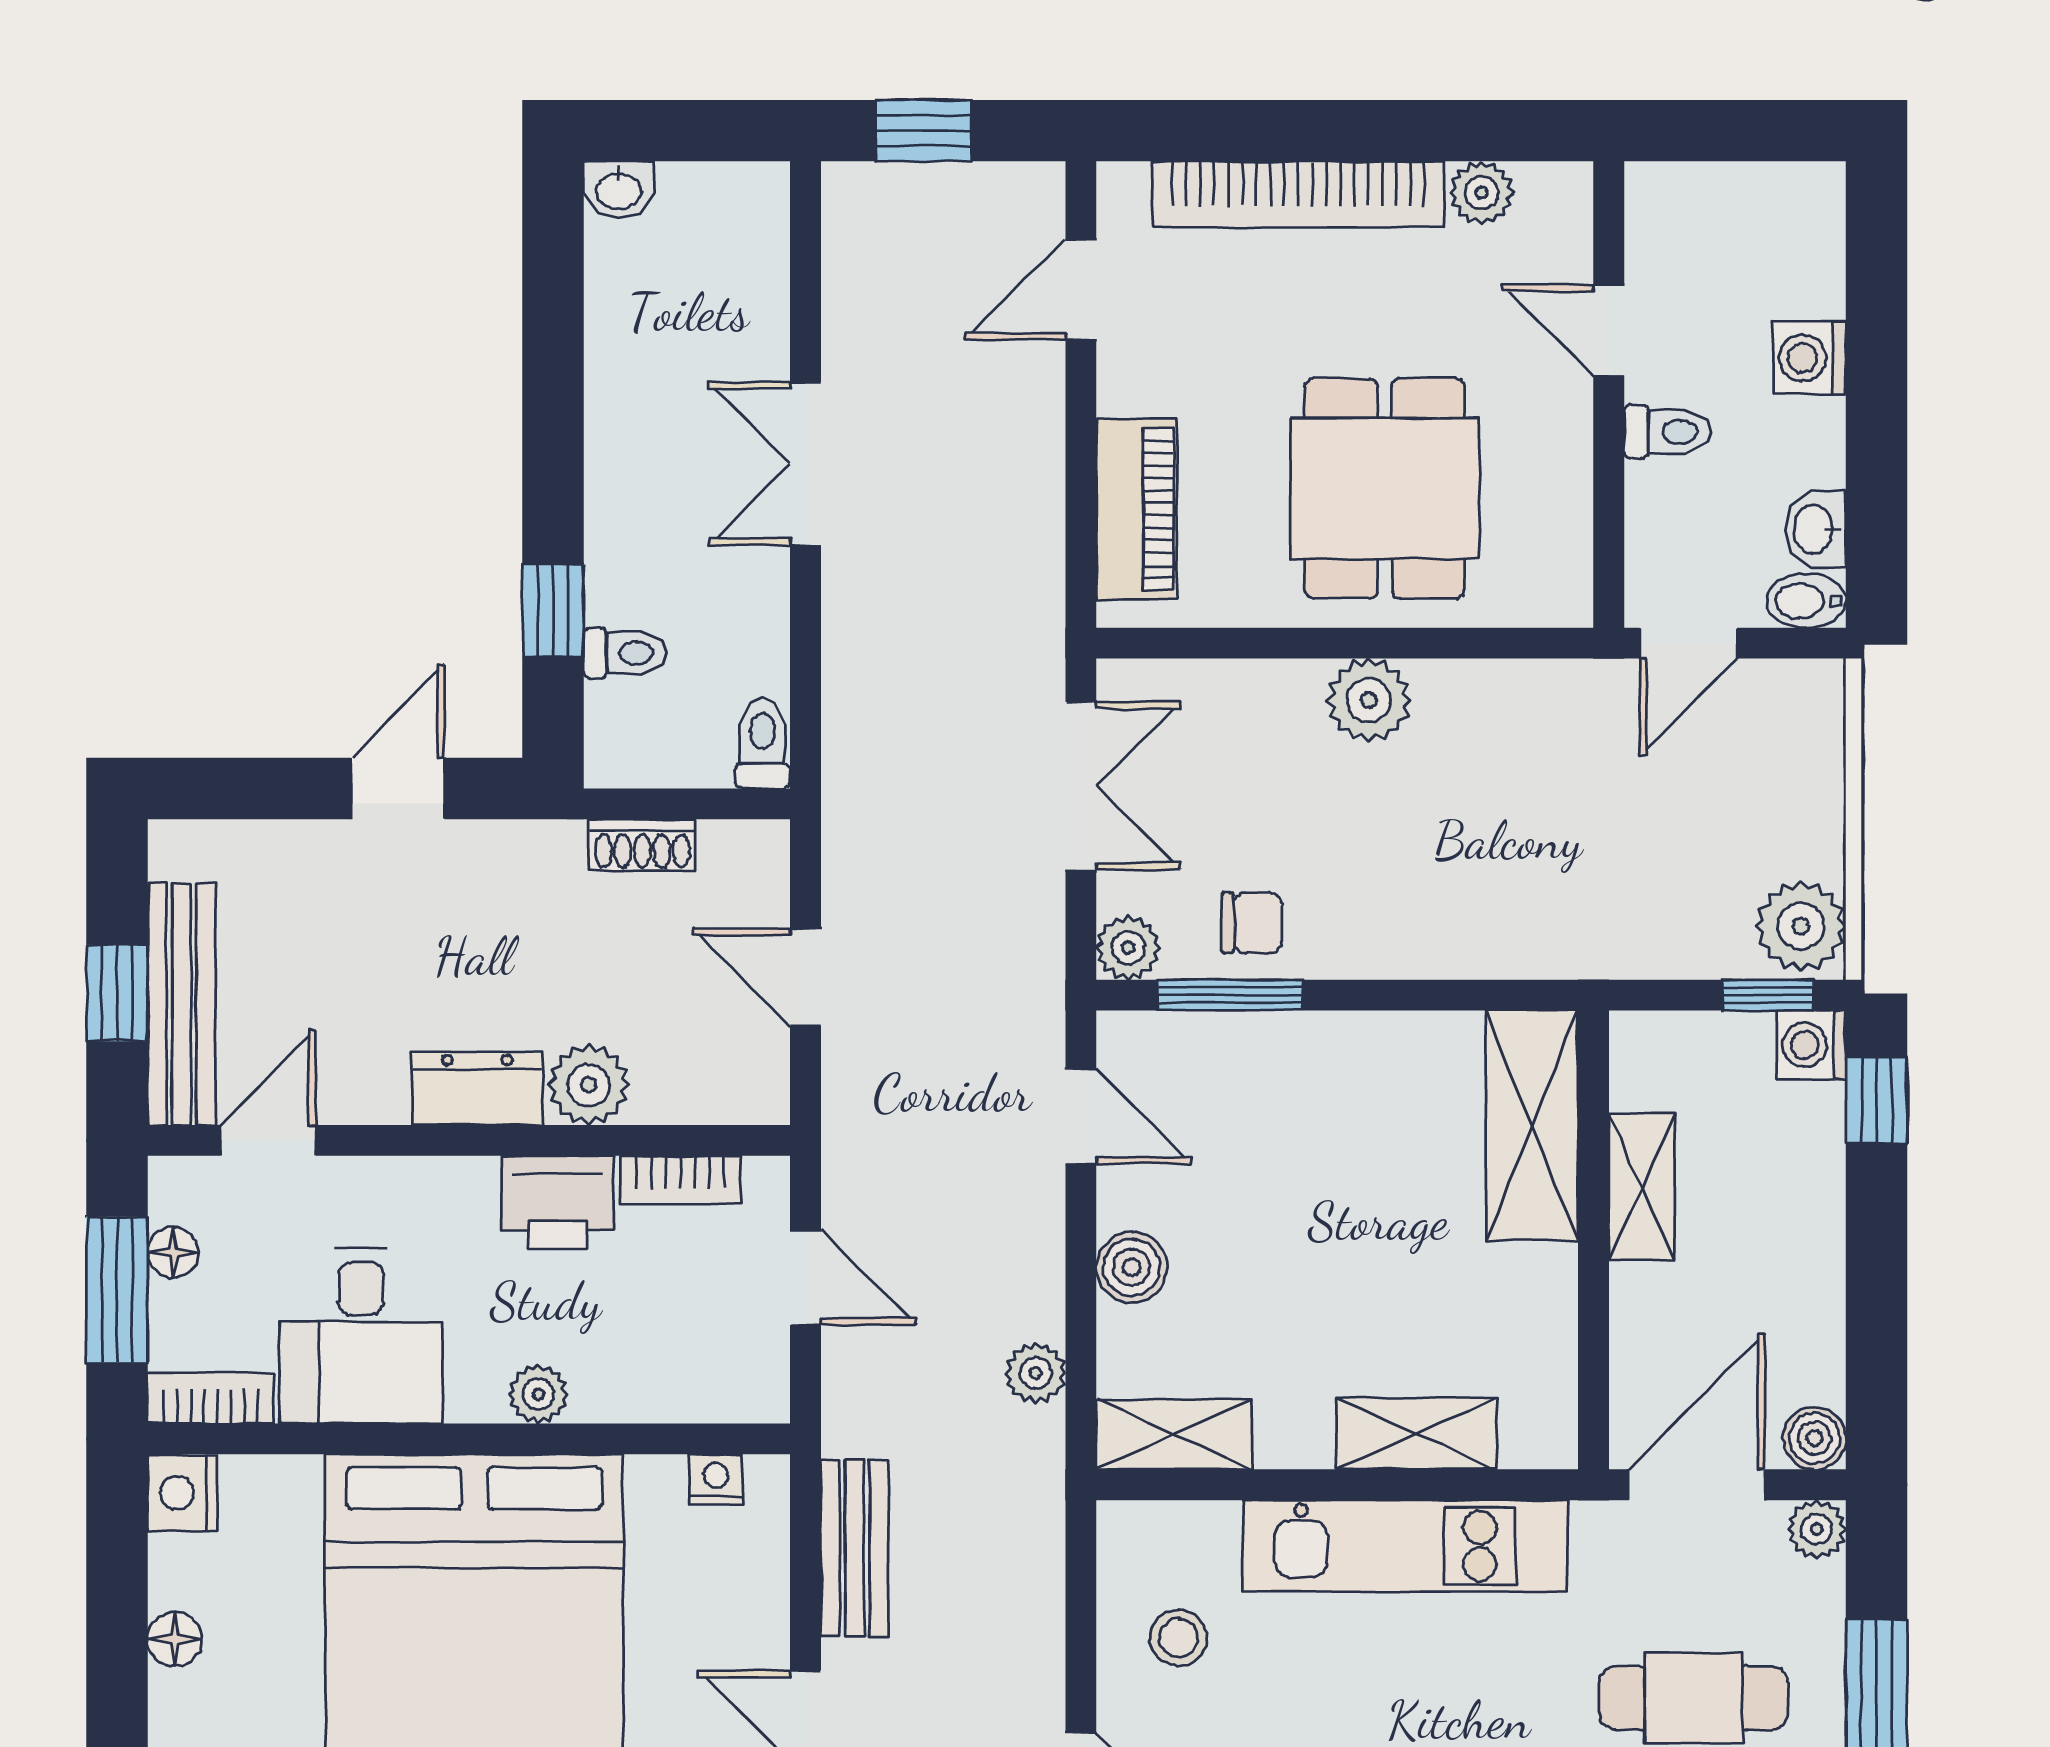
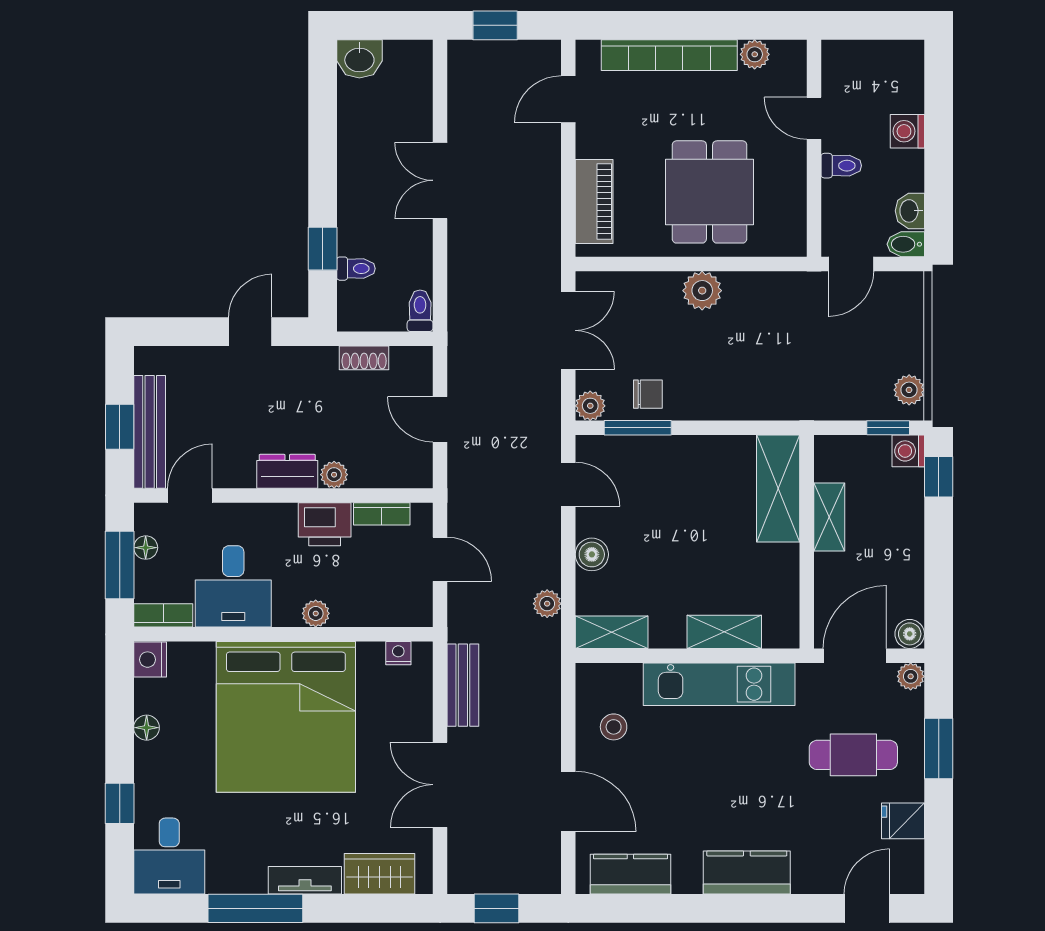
washbasin: (619, 190) -> (359, 59), width x1.38, depth x1.45
plant: (1801, 926) -> (909, 390), width x0.73, depth x0.73
plant: (589, 1085) -> (334, 475), width x0.73, depth x0.73

